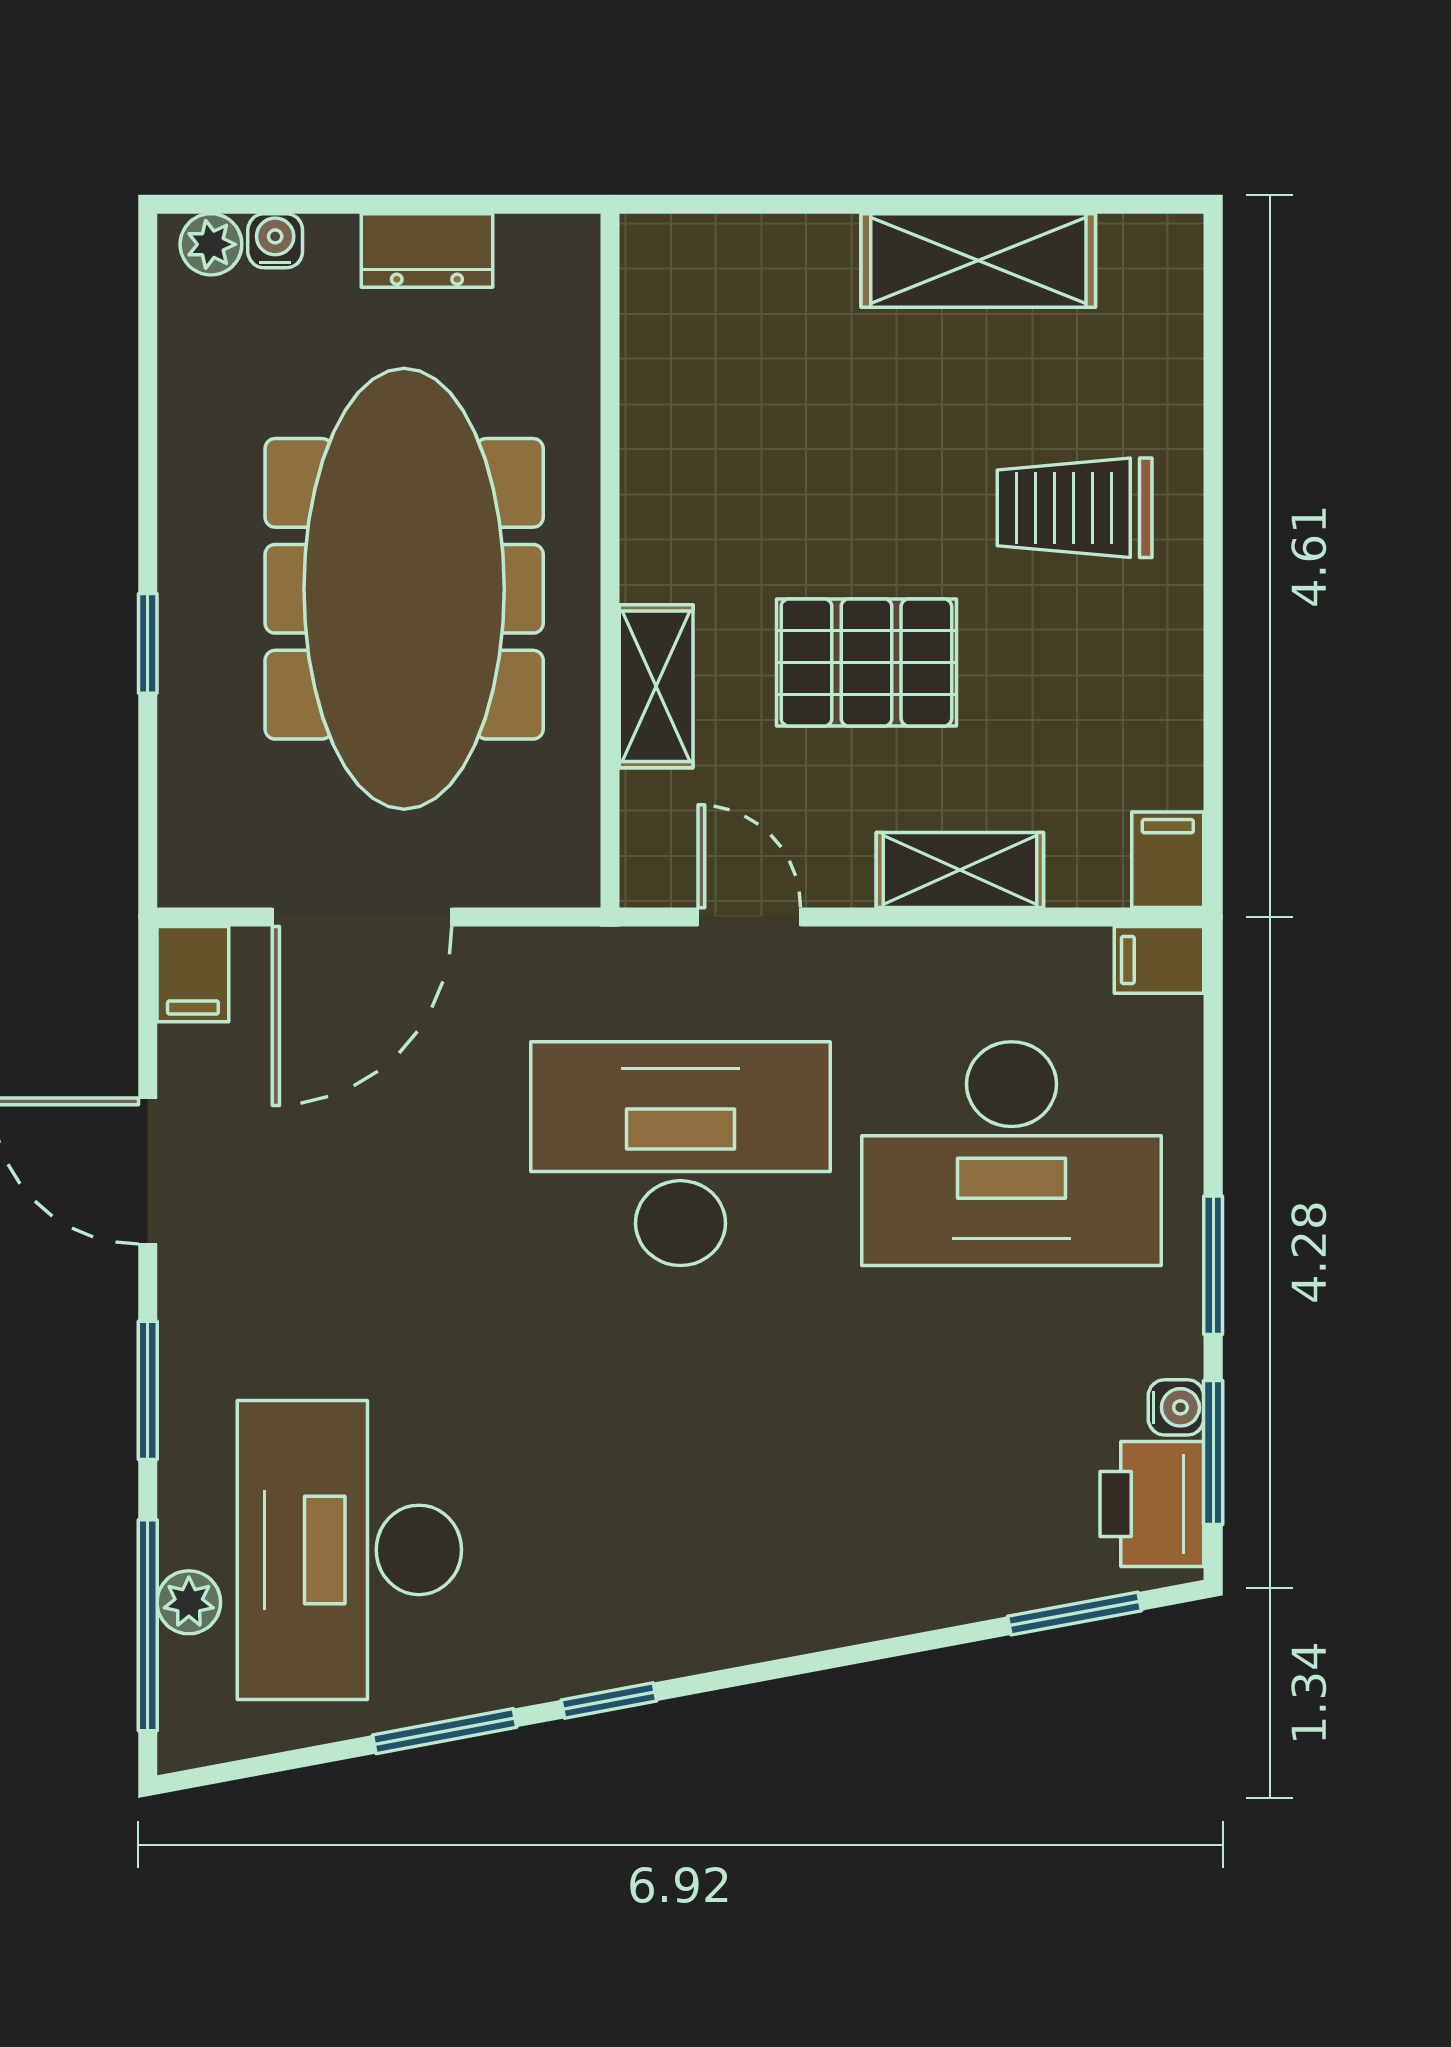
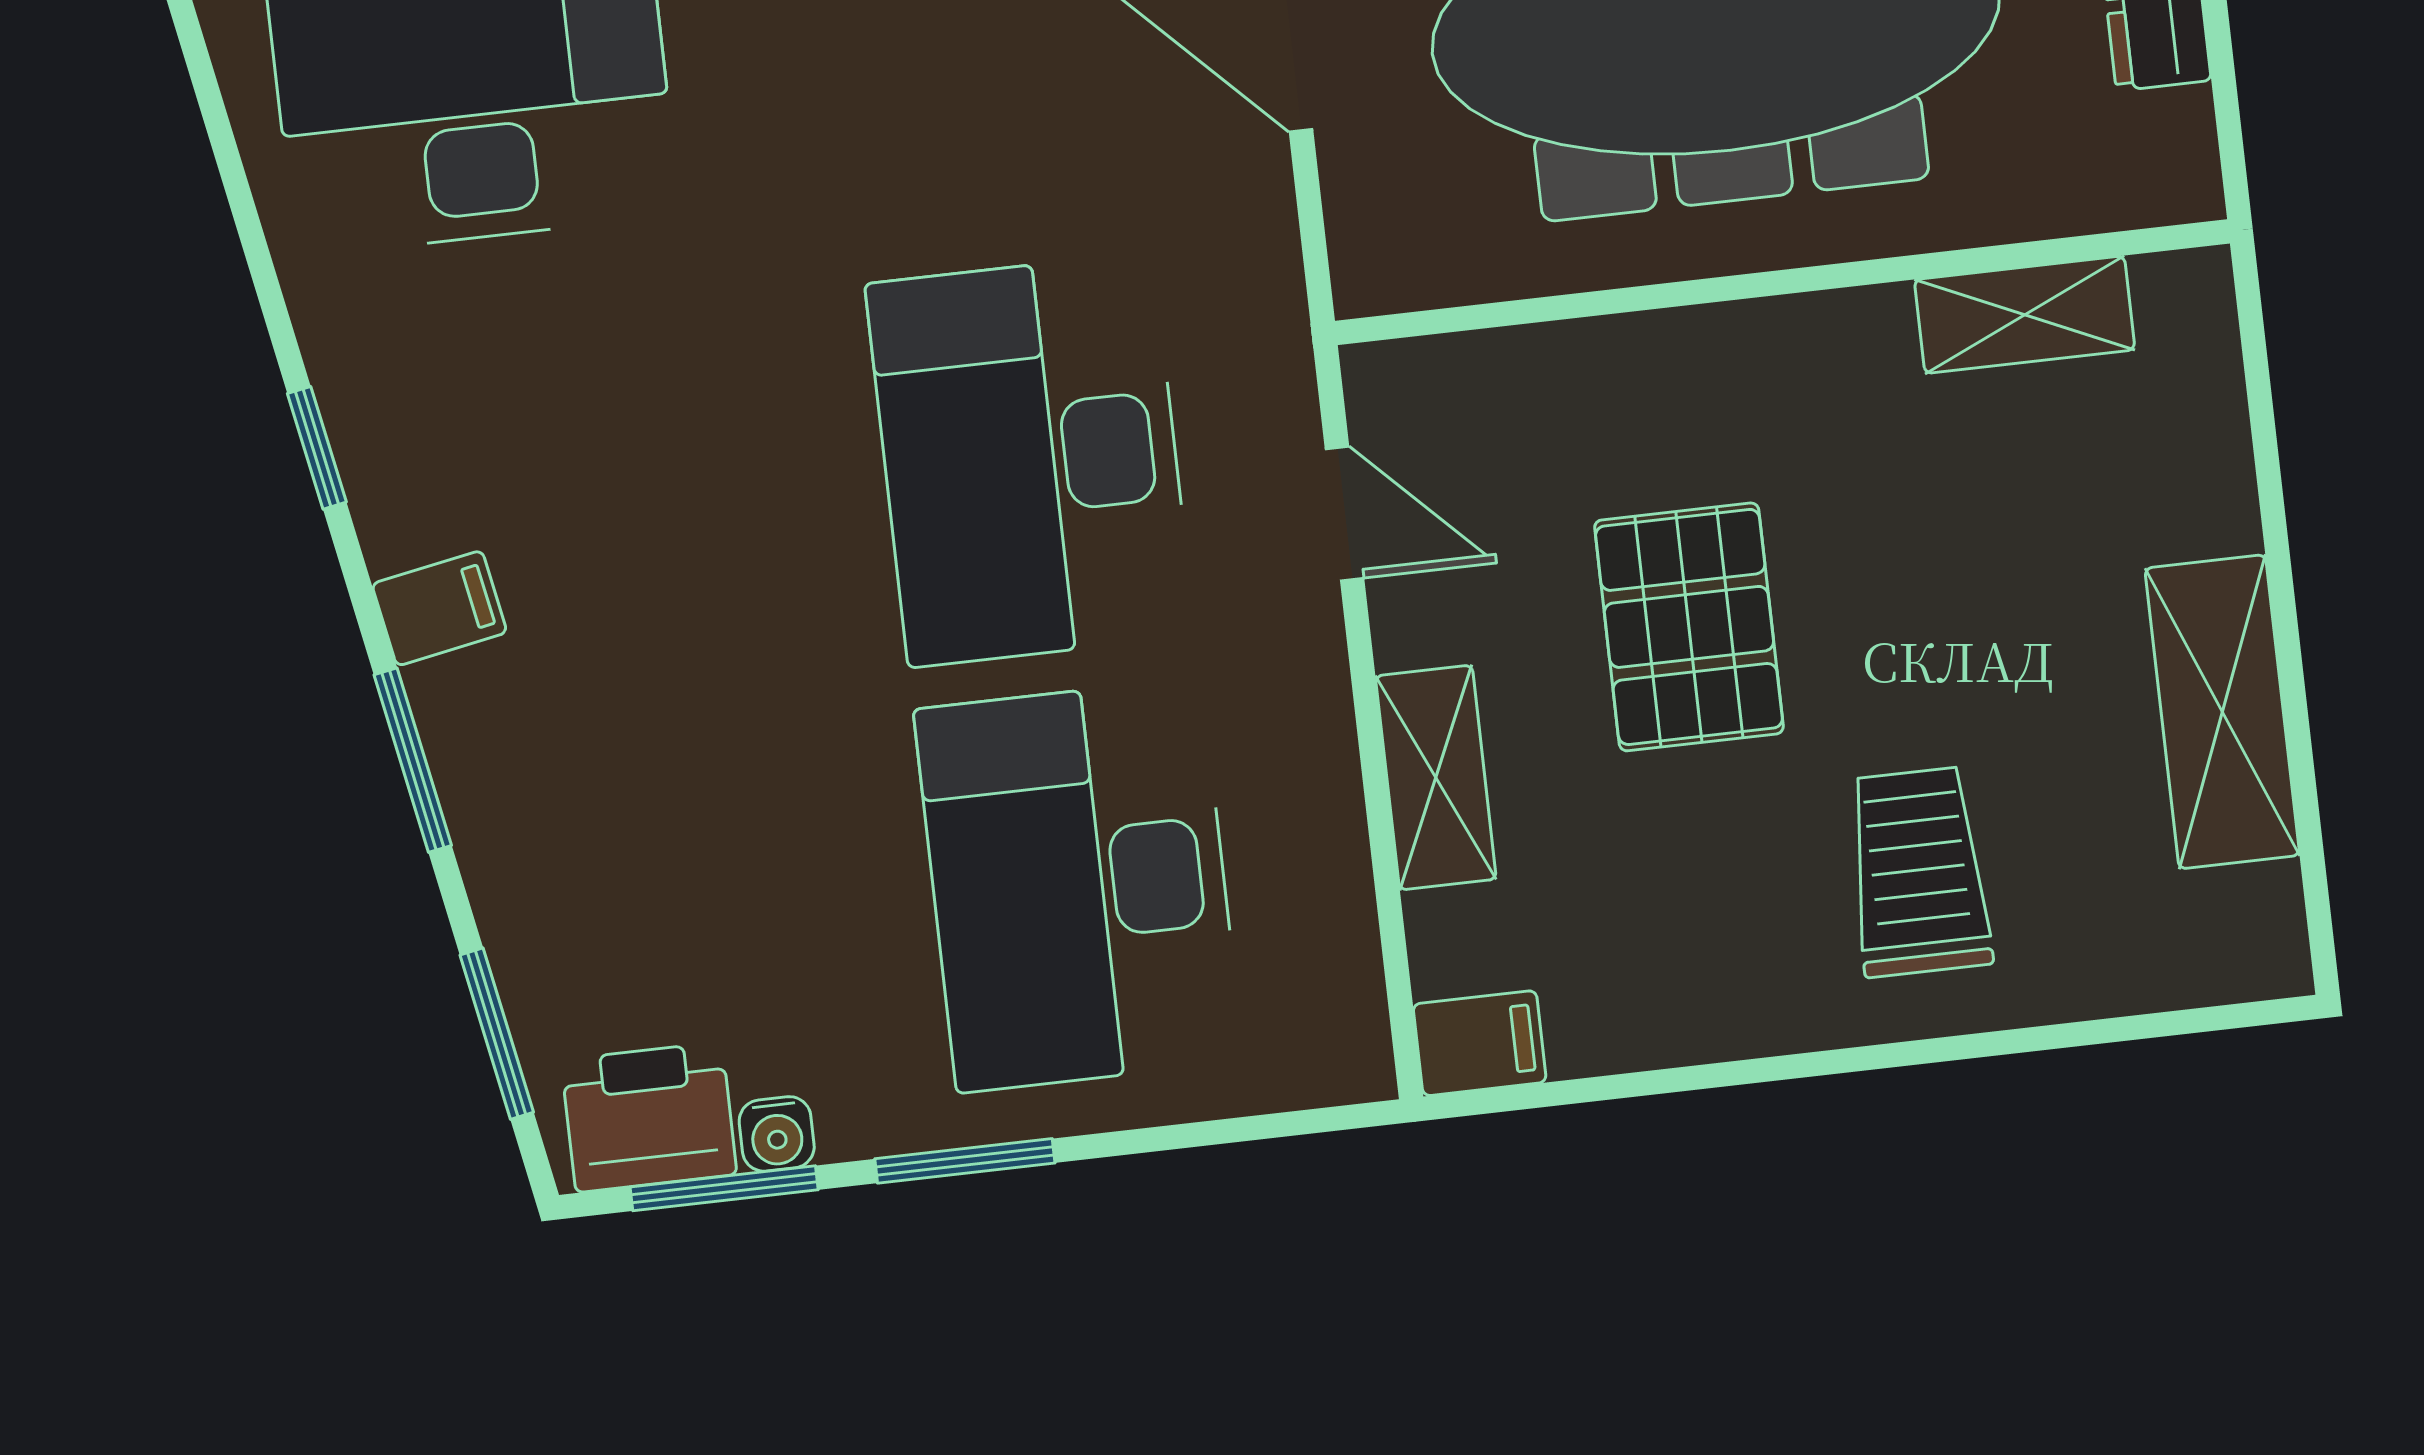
shelving: (656, 686) -> (2025, 315), moved
door: (749, 917) -> (1345, 514), hinge flipped
filing cabinet: (1159, 960) -> (439, 608), moved, turned 79
desk: (680, 1154) -> (1030, 460), turned 180
window: (445, 1731) -> (413, 760), moved

